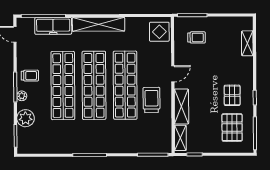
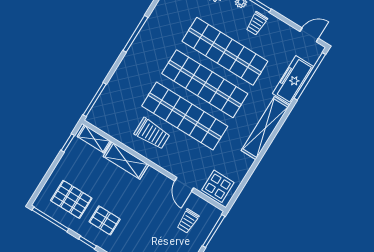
door: (173, 74) -> (184, 184), moved

